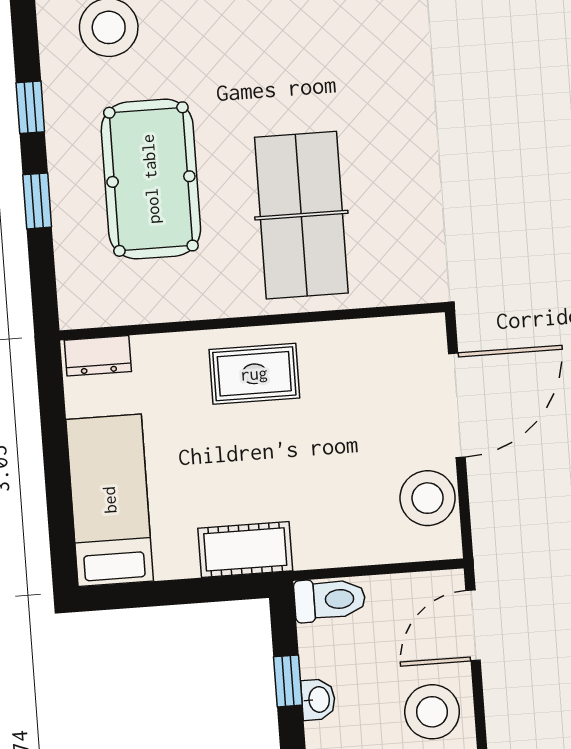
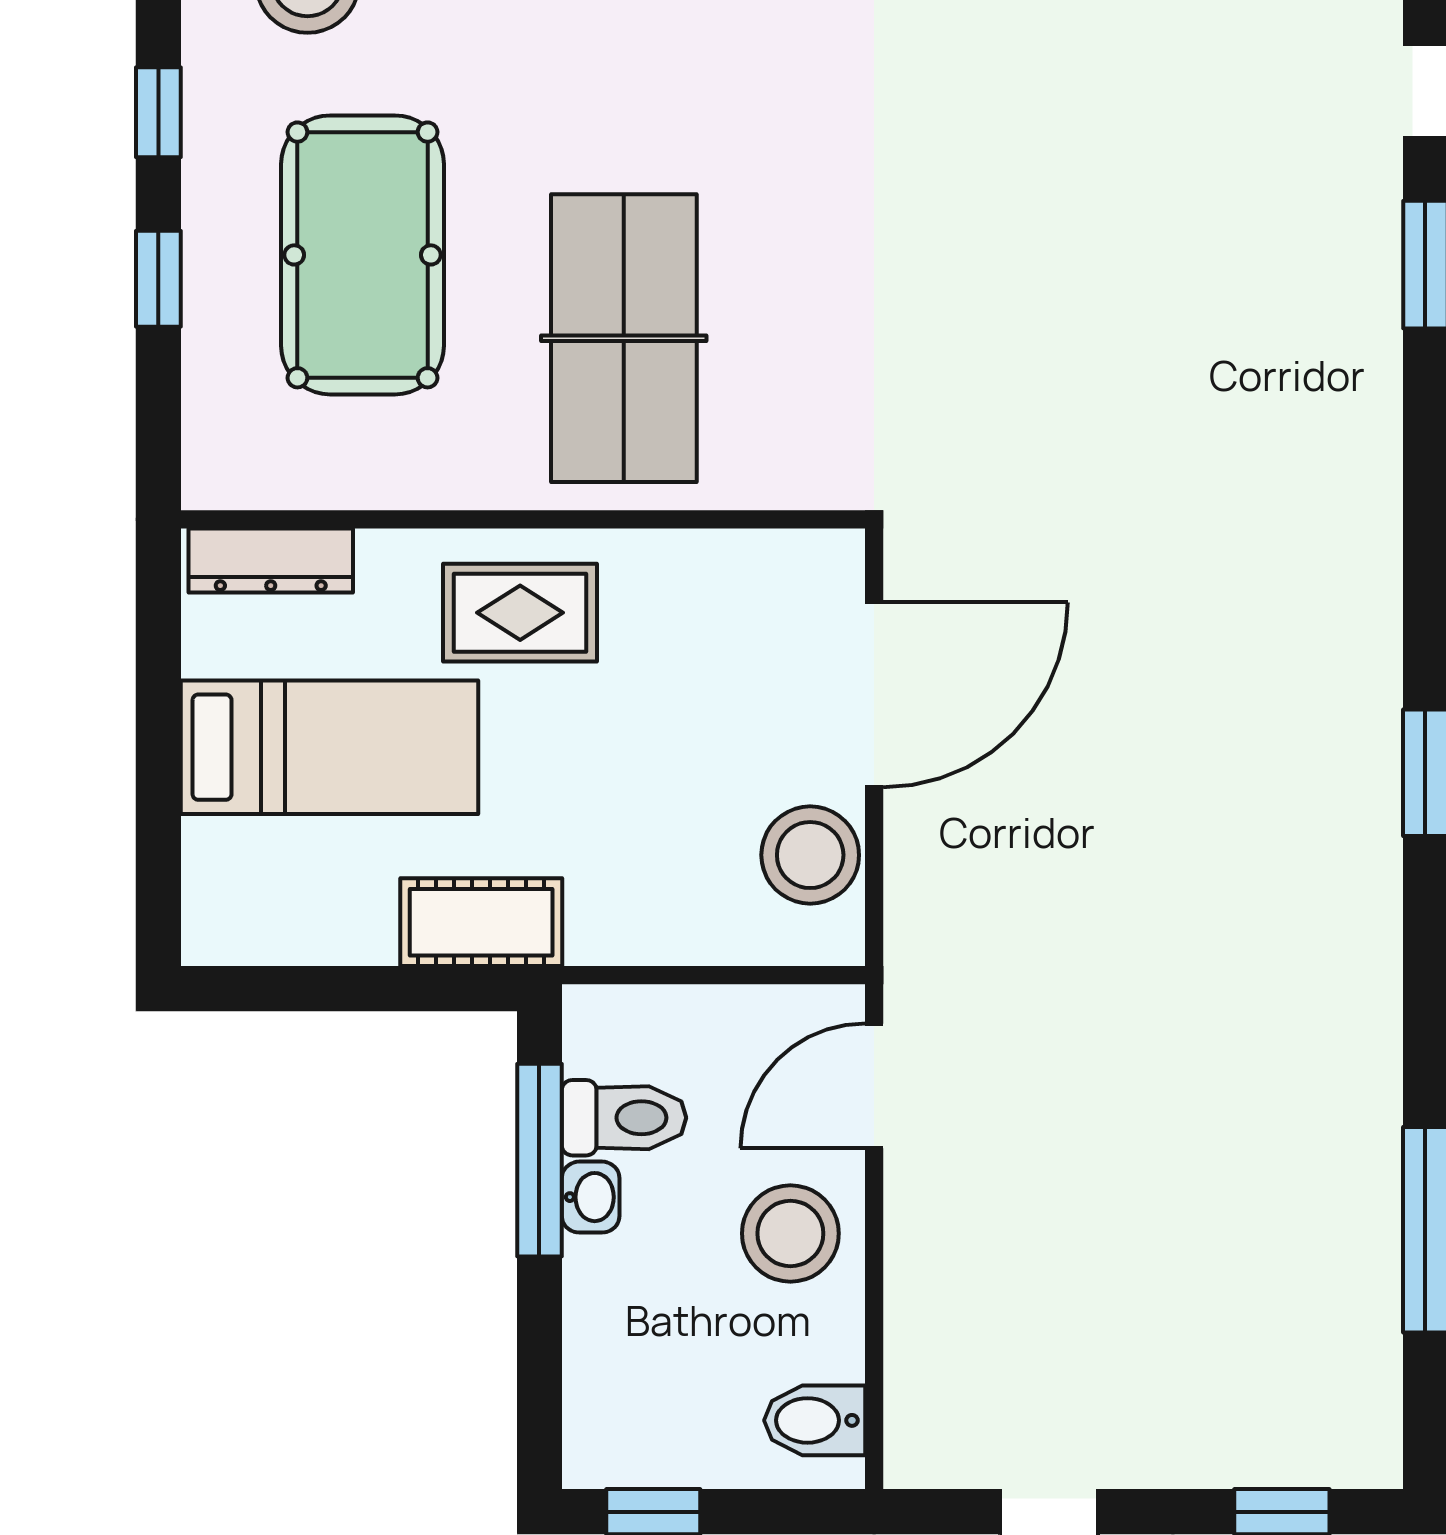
dresser: (98, 356) -> (271, 561), width x1.44
bed: (110, 500) -> (329, 747), moved, turned 90
toilet: (330, 600) -> (624, 1118), moved
window: (288, 681) -> (539, 1160), width x2.17

